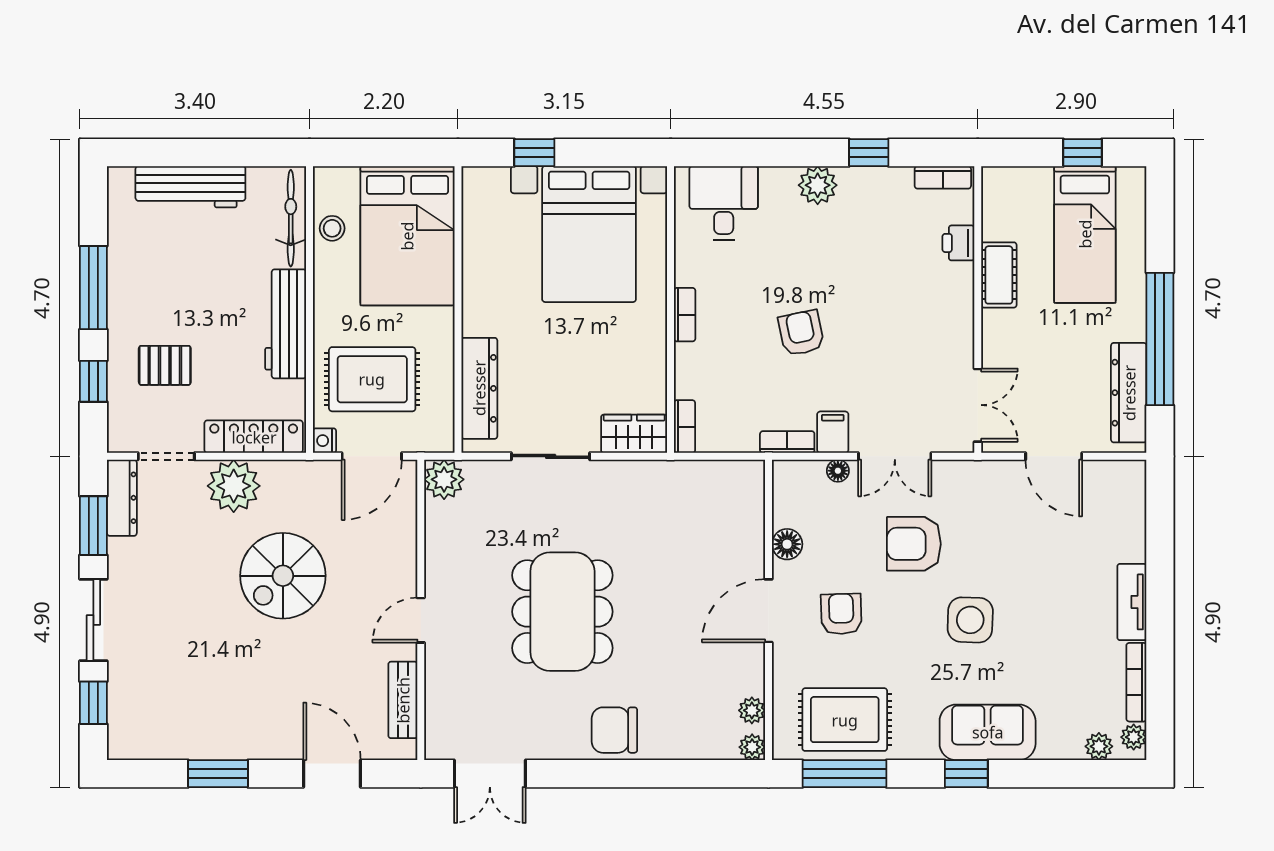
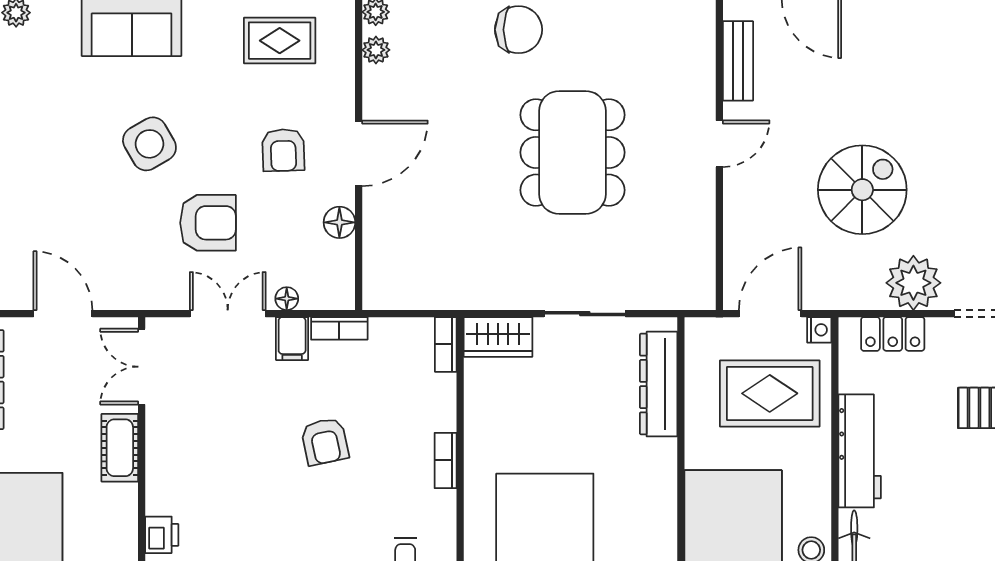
cot: (999, 275) -> (120, 448), moved
locker: (254, 437) -> (893, 334), width x0.66
plant: (444, 479) -> (695, 289), removed
side table: (970, 620) -> (149, 144), turned -32
rug: (845, 720) -> (280, 41), width x0.73, depth x0.70

